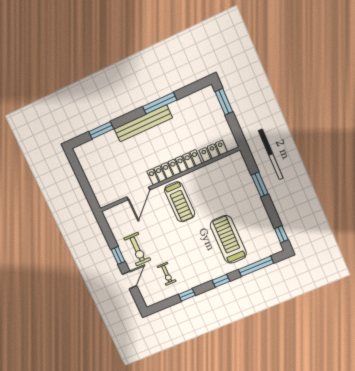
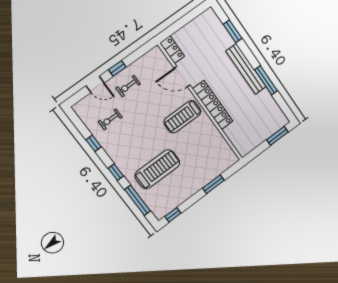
locker: (213, 151) -> (172, 50), moved
exercise bike: (137, 249) -> (128, 86), width x0.73, depth x0.72

